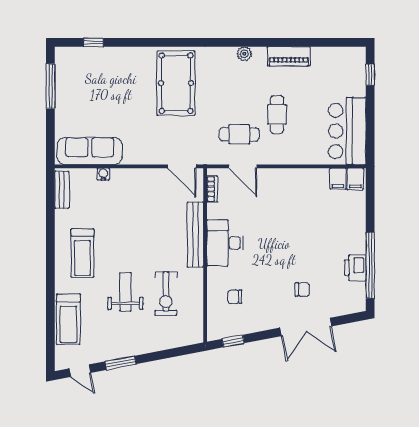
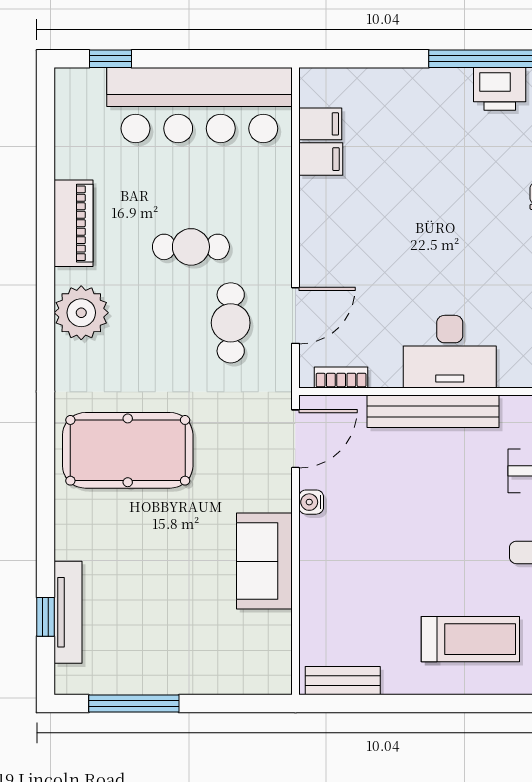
tv unit: (96, 54) -> (68, 612), added
plant: (244, 54) -> (81, 313), width x1.88, depth x1.88
bar counter: (347, 131) -> (199, 105), width x1.36
sofa: (90, 151) -> (264, 561), moved, width x0.73
water cooler: (103, 174) -> (311, 502), moved
filing cabinet: (355, 179) -> (321, 159), moved

